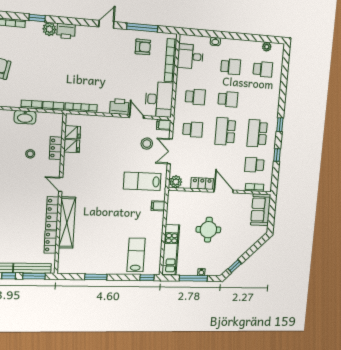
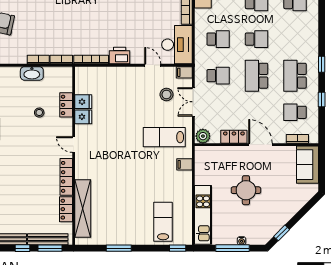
printer: (119, 107) -> (120, 56), moved
fridge: (72, 132) -> (83, 117), moved
shelving: (67, 222) -> (83, 209), moved

